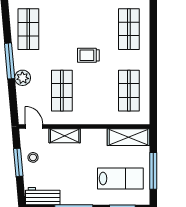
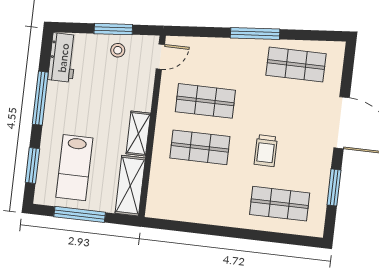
trolley: (88, 55) -> (266, 151), moved, turned 180
plant: (23, 78) -> (230, 49), removed
shop shelf: (129, 91) -> (200, 147), moved
shelving: (65, 136) -> (138, 134), moved

